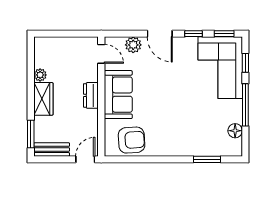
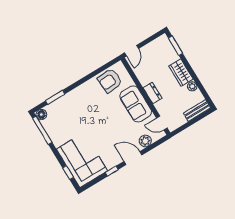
window: (224, 34) -> (93, 183), removed
window: (245, 105) -> (42, 130), moved
floor lamp: (235, 131) -> (41, 115), moved
bench: (52, 149) -> (197, 111), moved

